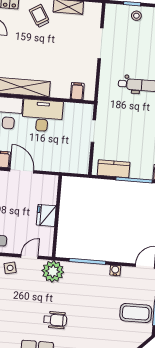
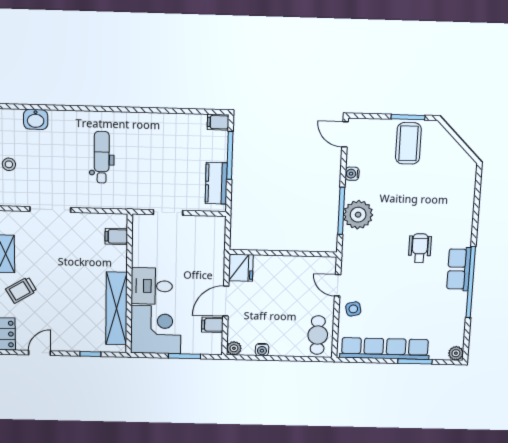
desk: (42, 116) -> (152, 286), width x0.73
fridge: (46, 215) -> (241, 268), moved, turned -90
plant: (53, 271) -> (358, 215), moved

